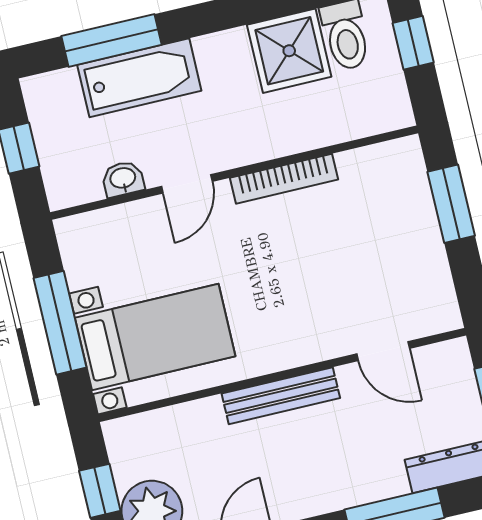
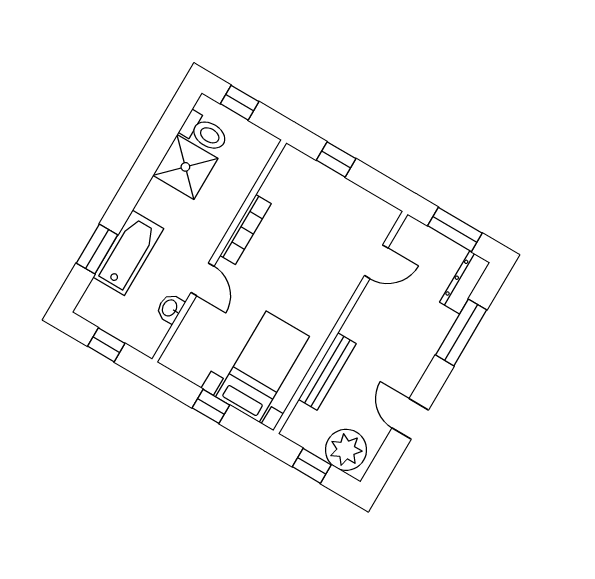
window: (111, 40) -> (97, 249), width x0.69
window: (451, 204) -> (336, 159), width x0.67
window: (60, 323) -> (211, 406), width x0.46
bench: (281, 396) -> (327, 371), moved

